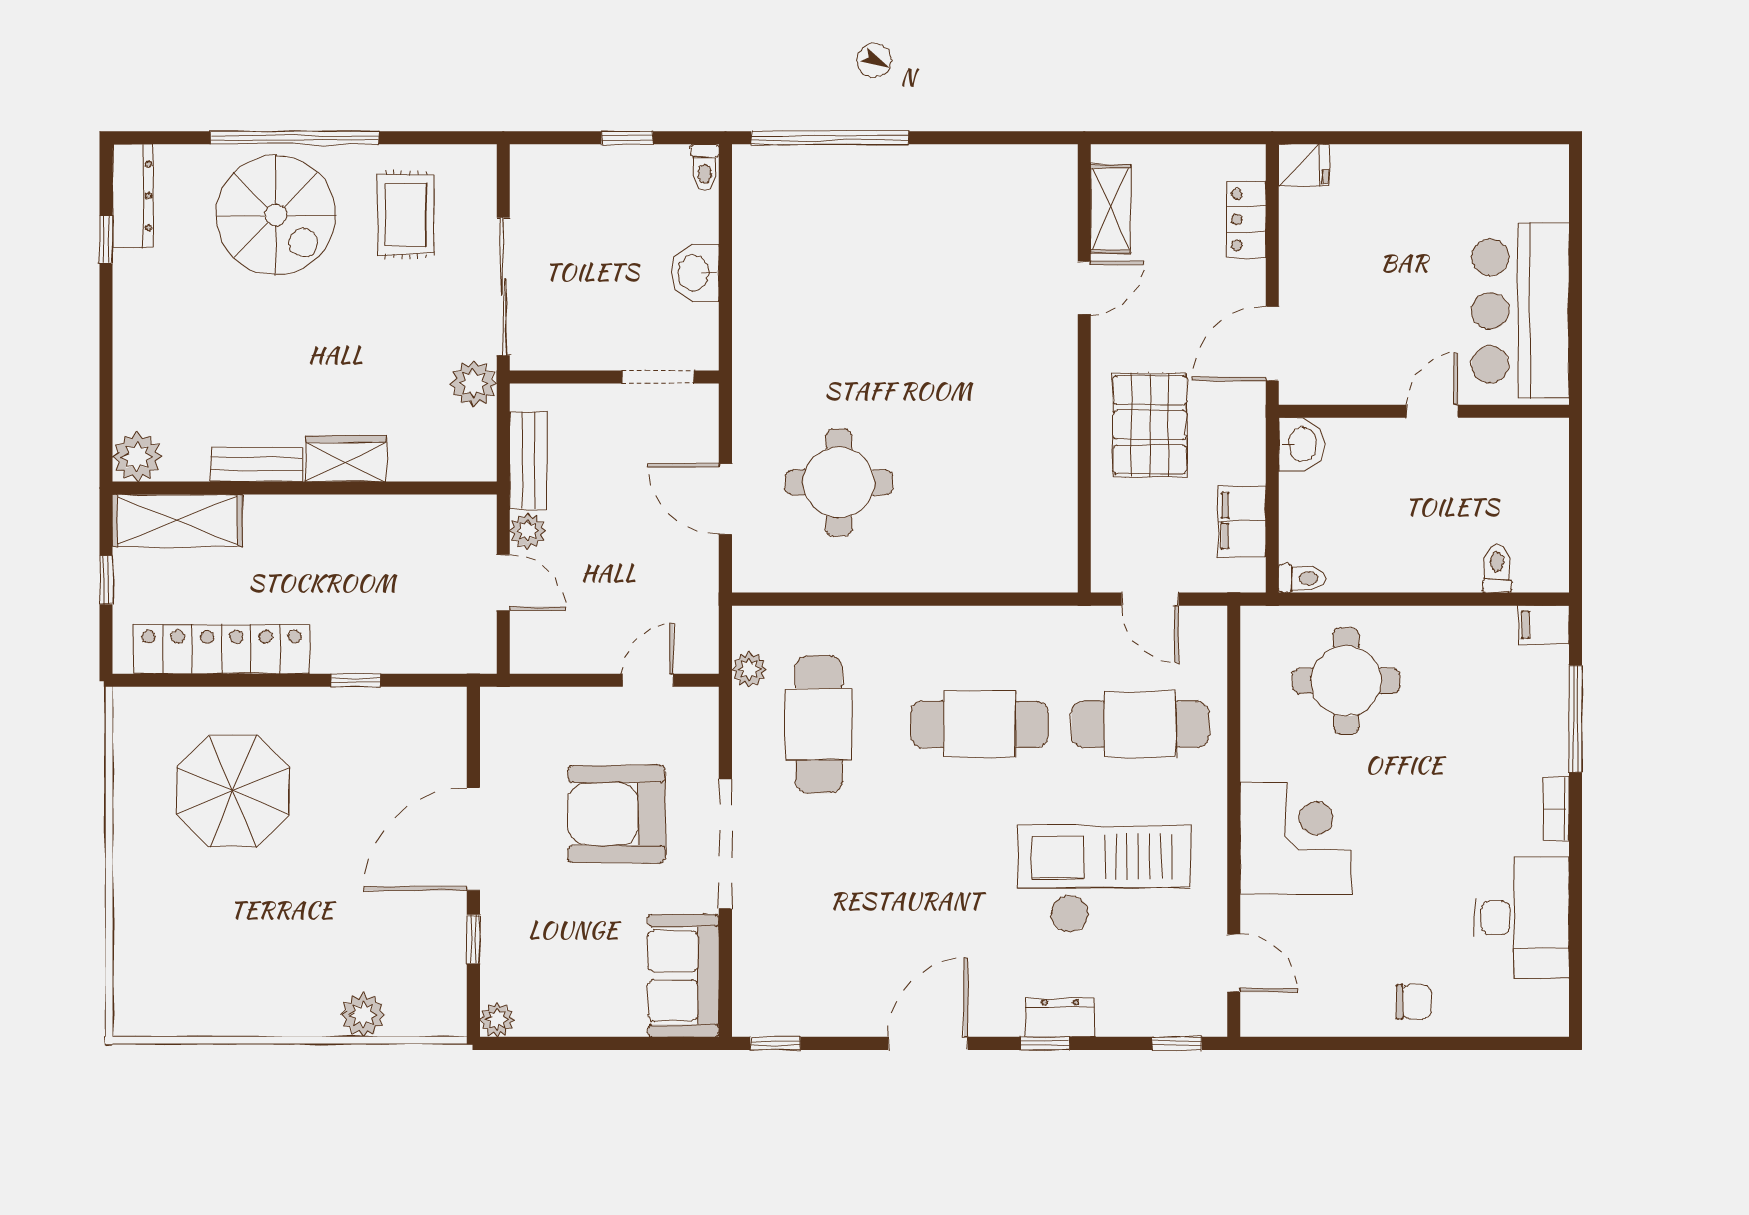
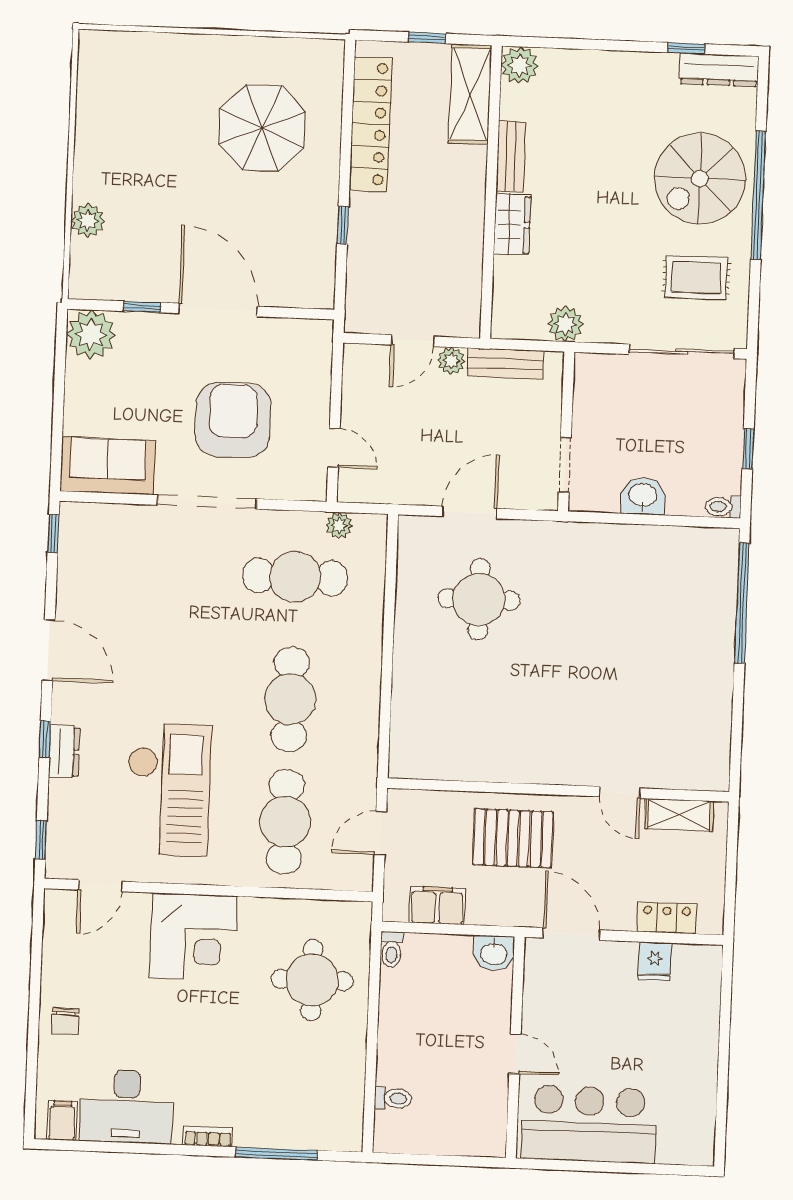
fridge: (1304, 165) -> (655, 961), moved
sliding door: (503, 286) -> (682, 351), moved
filing cabinet: (1543, 625) -> (62, 1121), moved
plant: (497, 1020) -> (91, 335), width x1.88, depth x1.88

